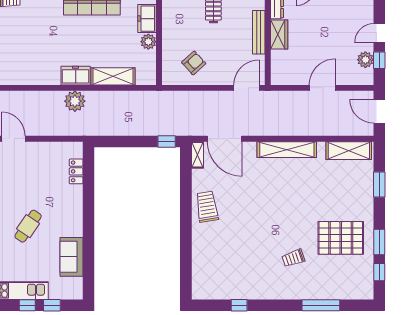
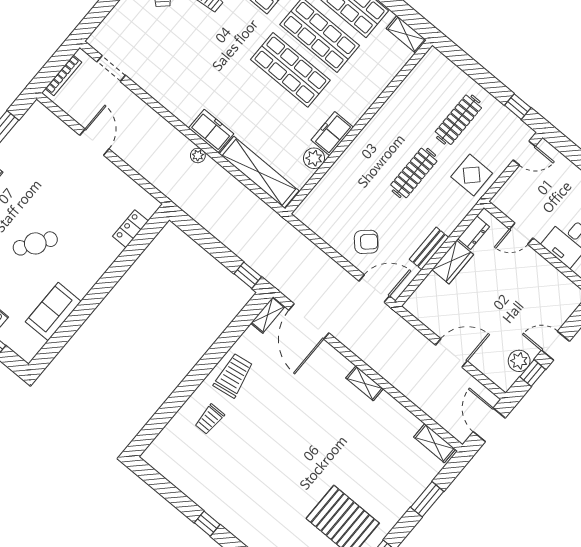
bench: (259, 32) -> (429, 248), width x0.73
armchair: (194, 63) -> (366, 242), moved
shelving: (113, 76) -> (259, 172), width x1.47
plant: (75, 101) -> (198, 155), width x0.53, depth x0.53
shelving: (287, 150) -> (365, 383), width x0.45, depth x0.75
shelving: (349, 151) -> (435, 443), width x0.67, depth x0.75
trolley: (293, 258) -> (209, 419), moved, turned -71
window: (239, 305) -> (207, 524), moved

